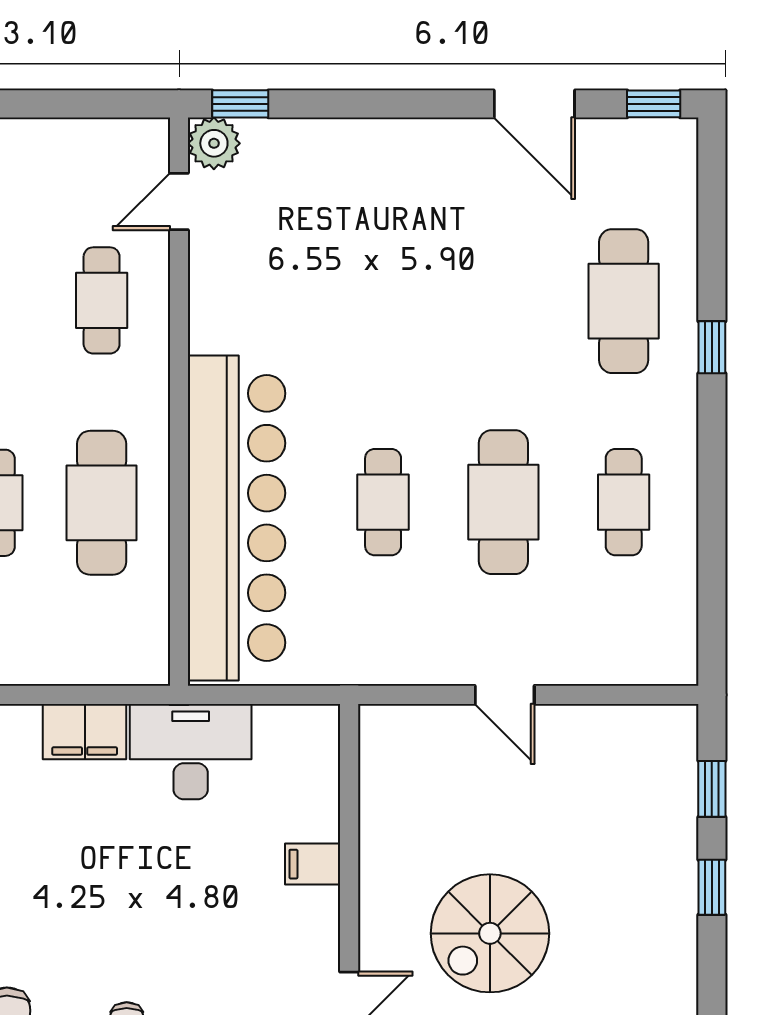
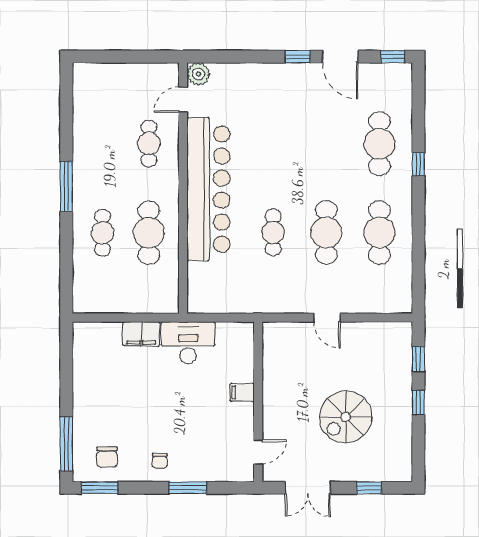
window: (240, 104) -> (298, 57), moved
cafe table: (624, 502) -> (379, 233), width x1.37, depth x1.35
bar counter: (237, 518) -> (208, 189), moved
spiral stairs: (490, 933) -> (346, 417), moved

